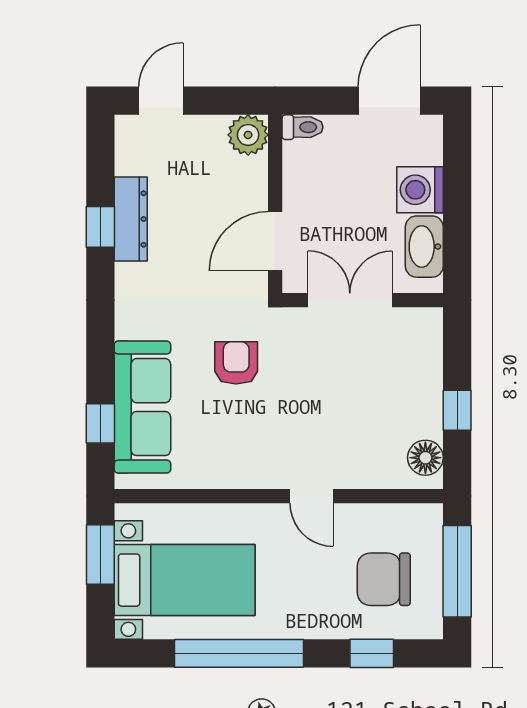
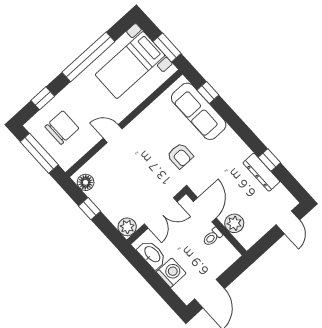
toilet: (303, 127) -> (212, 237), moved
plant: (248, 135) -> (234, 223), moved
plant: (424, 326) -> (127, 227), added

